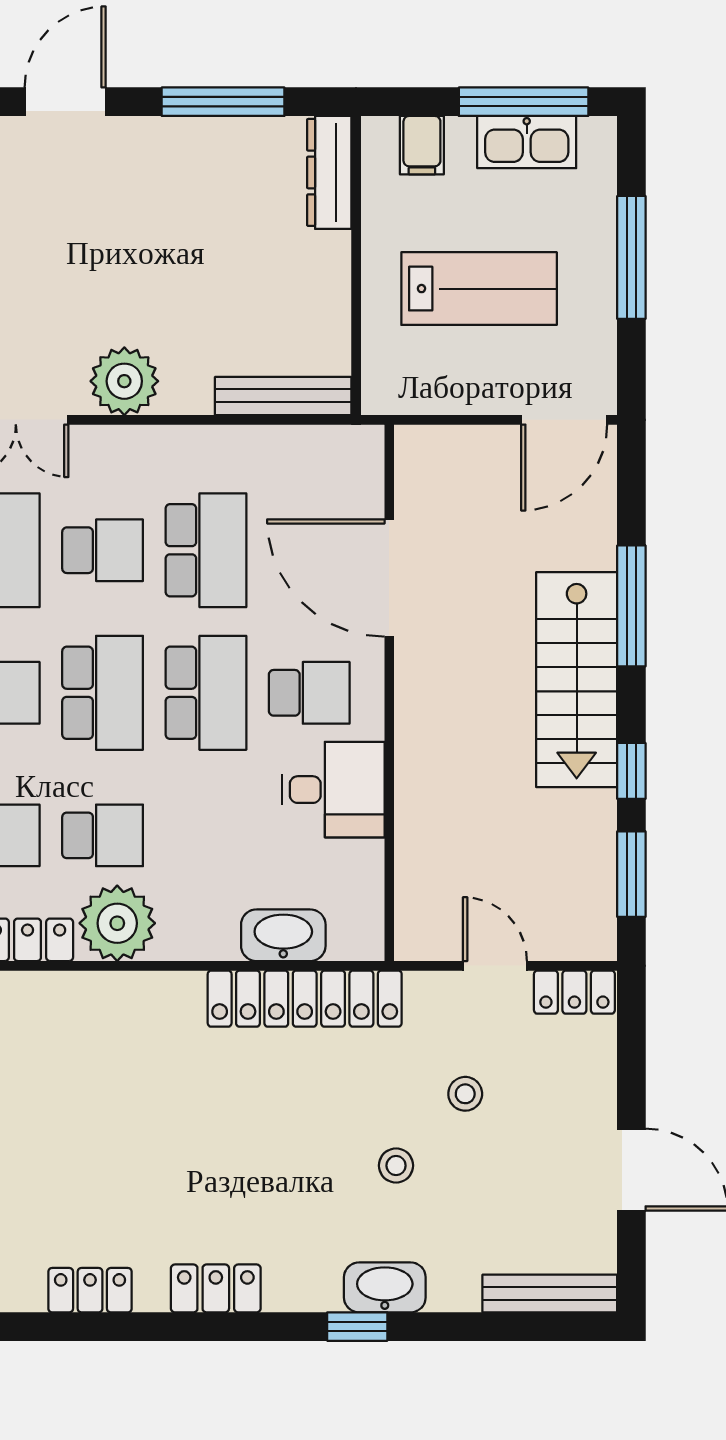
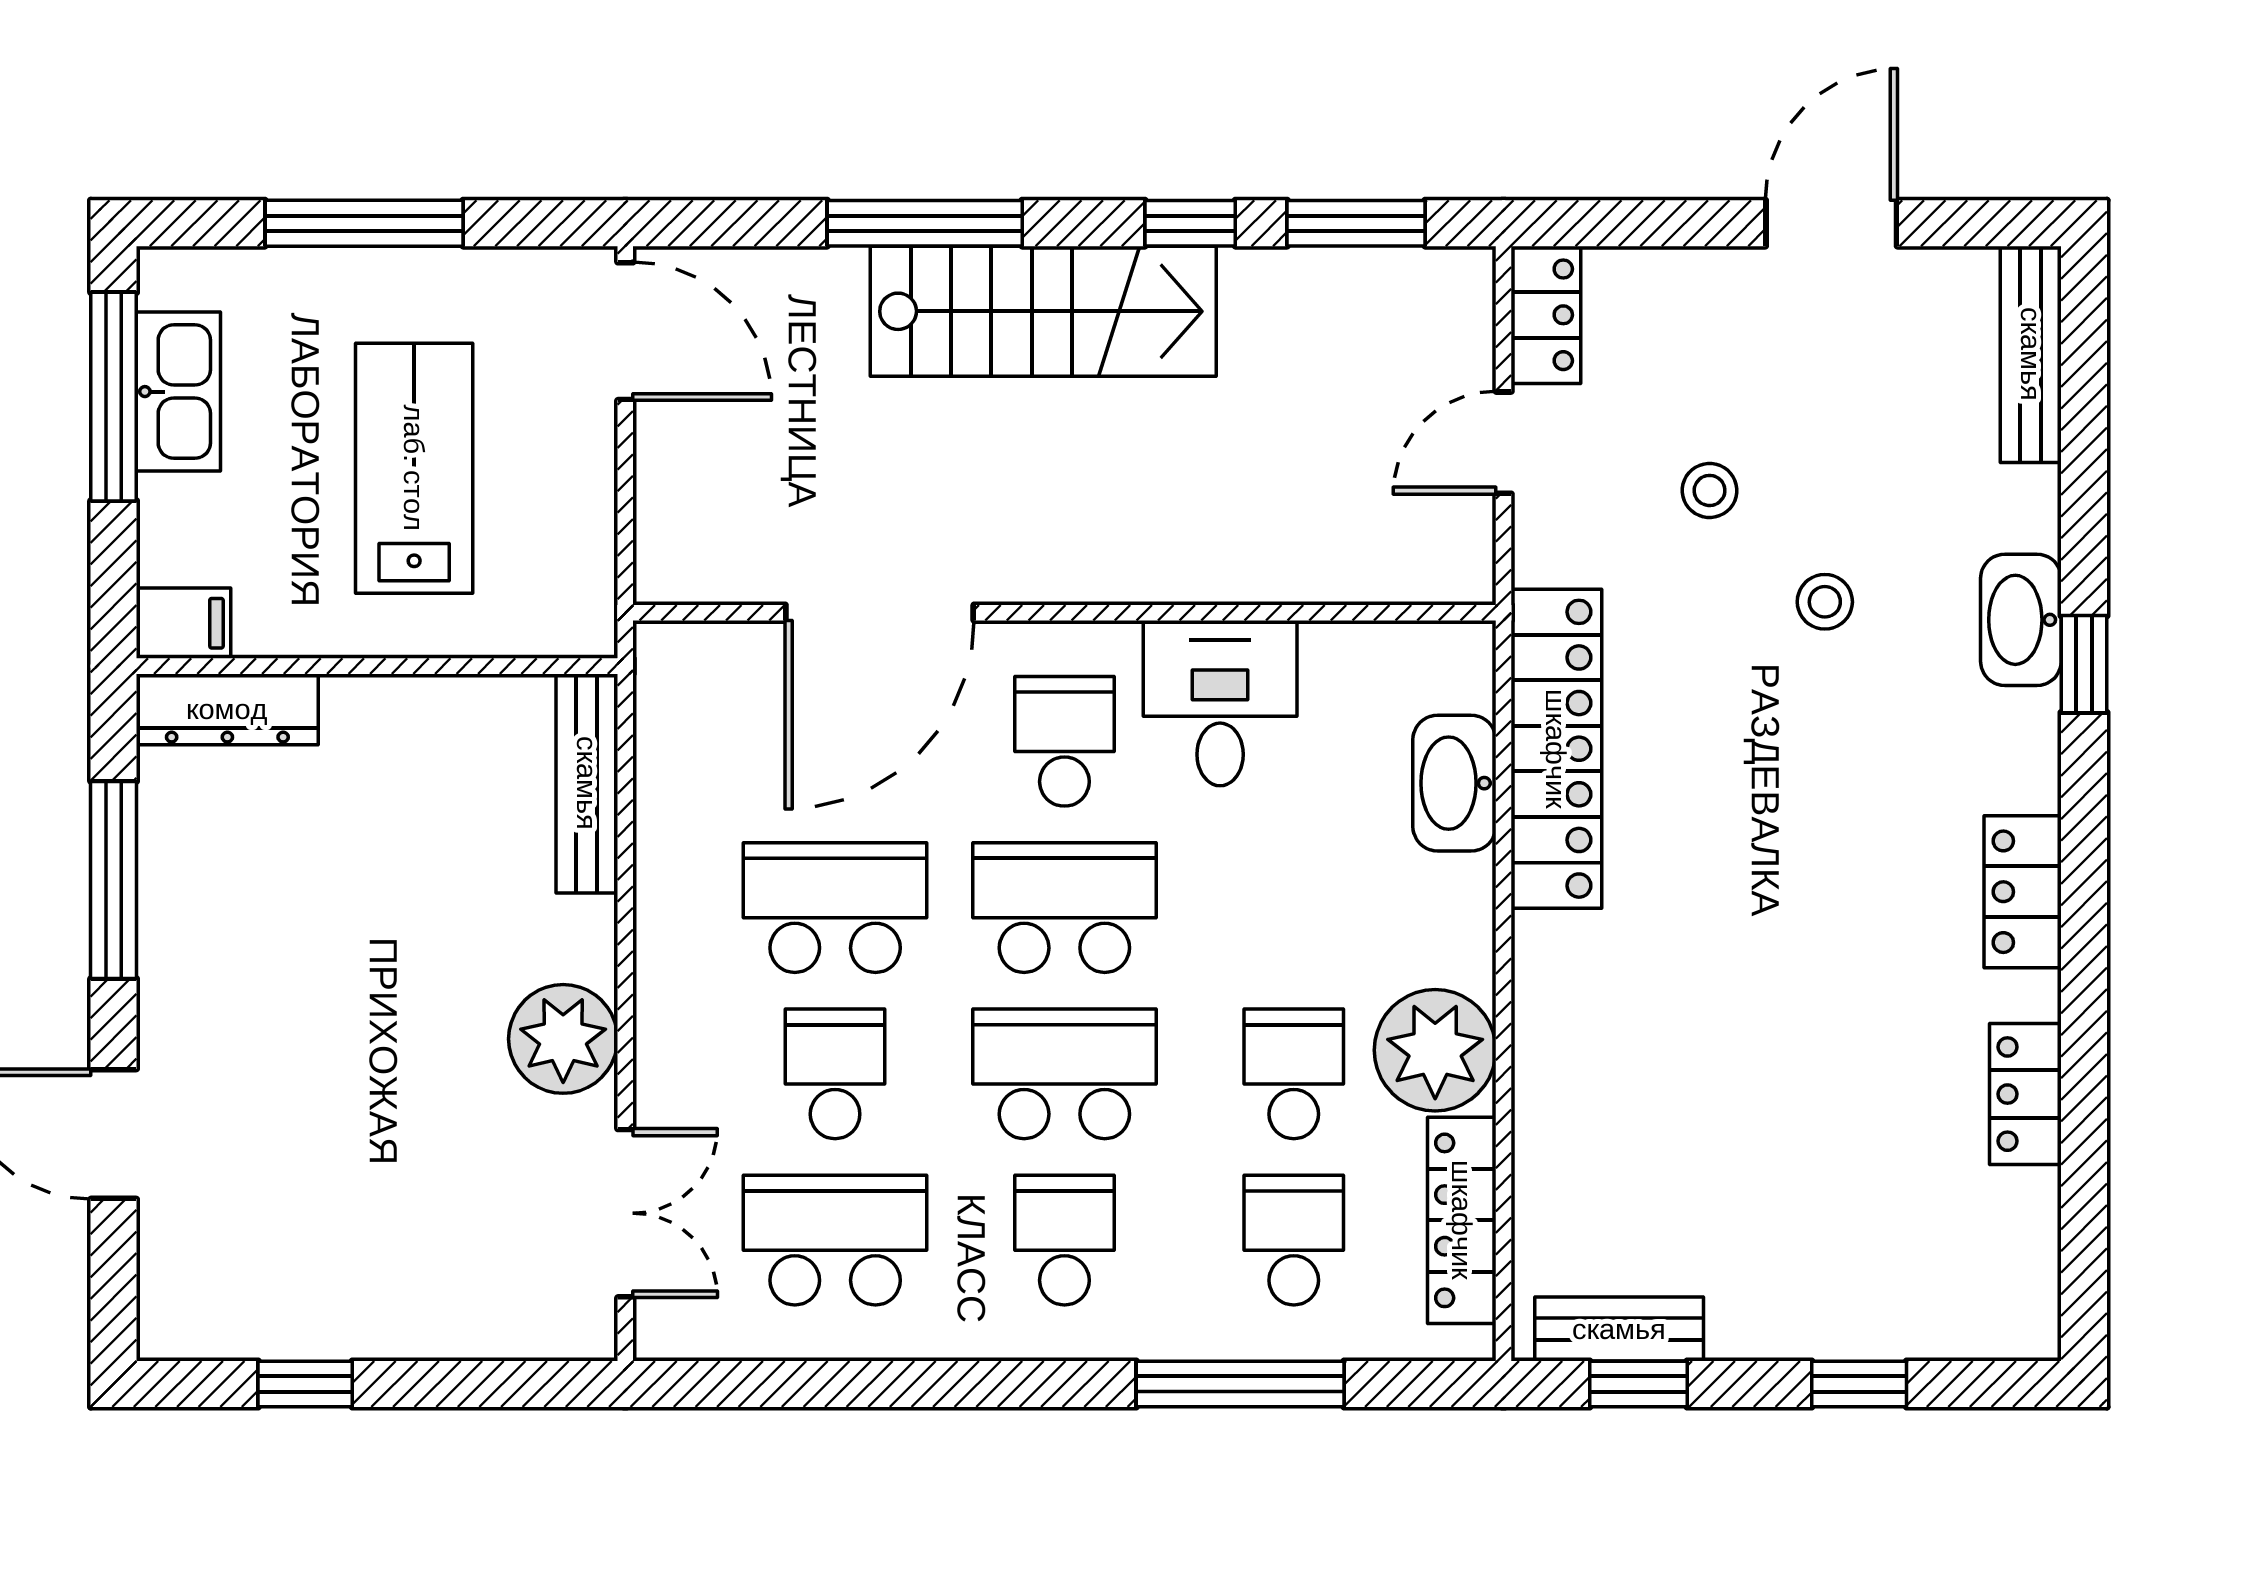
filing cabinet: (422, 145) -> (184, 623), moved

